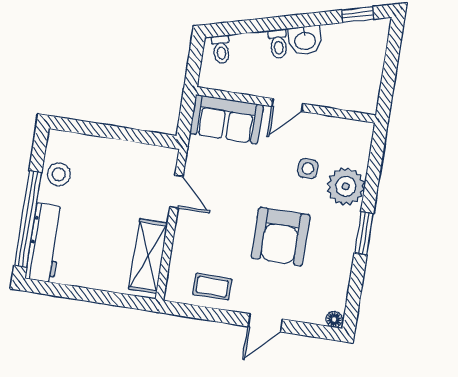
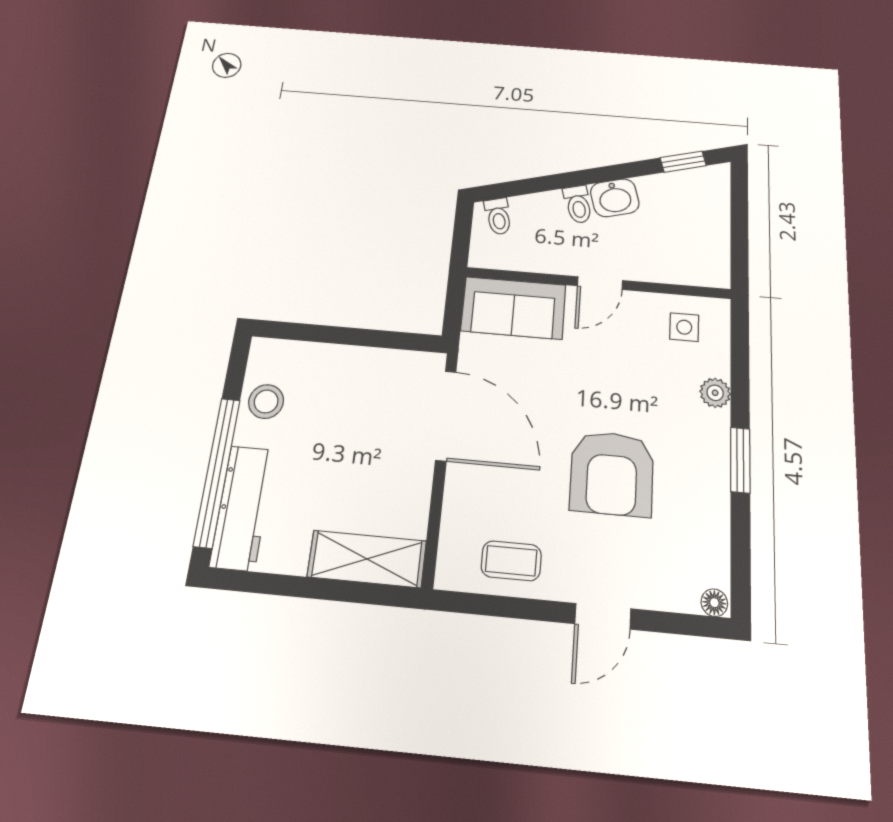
side table: (308, 169) -> (684, 327), moved
plant: (346, 186) -> (715, 393), width x0.53, depth x0.53
door: (176, 192) -> (446, 416), width x1.87
shelving: (148, 256) -> (367, 559), moved, turned 90

